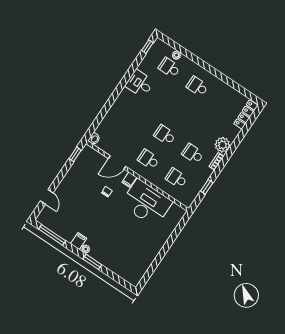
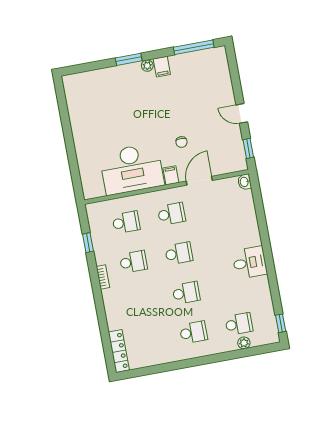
desk: (140, 84) -> (250, 263), moved
school desk: (181, 111) -> (186, 293), added
plant: (222, 145) -> (113, 299), removed
door: (47, 197) -> (242, 113), moved

